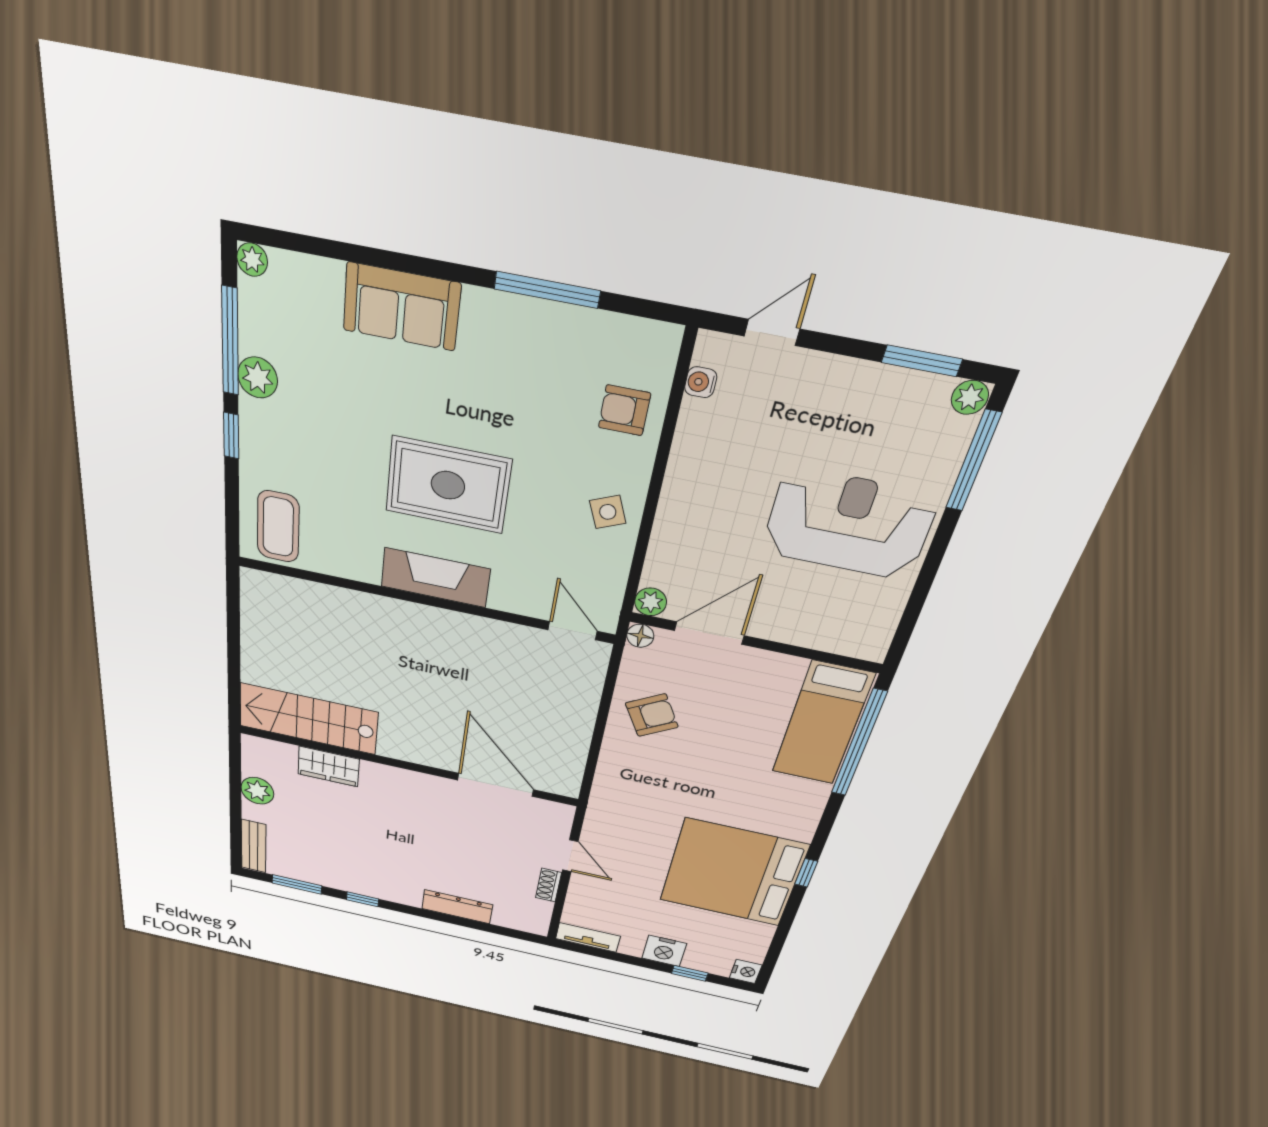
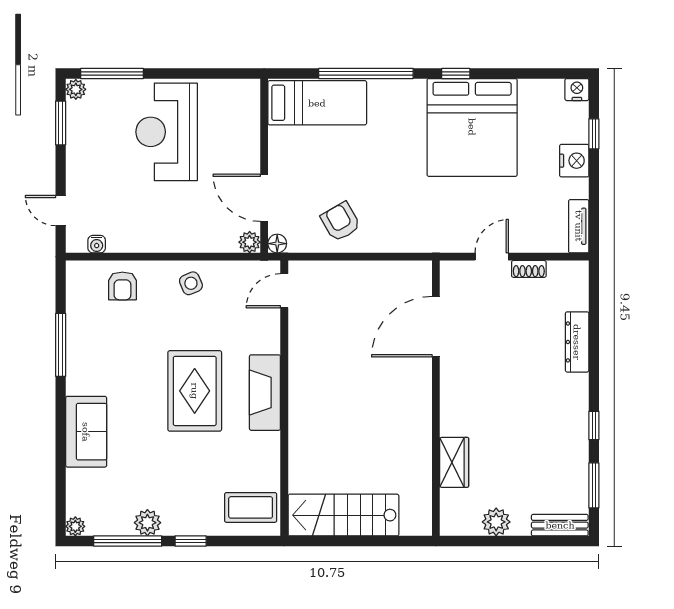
stairs: (308, 719) -> (343, 515), moved, turned 90
window: (859, 743) -> (366, 73), moved

